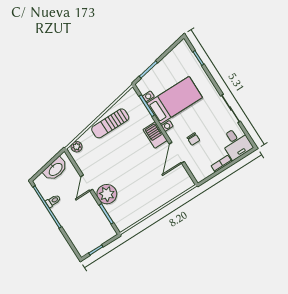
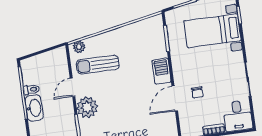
bed with nightstands: (175, 100) -> (212, 31), moved, turned 180
sun lounger: (110, 123) -> (98, 65), moved
washbasin: (55, 169) -> (34, 108), moved, turned -79

